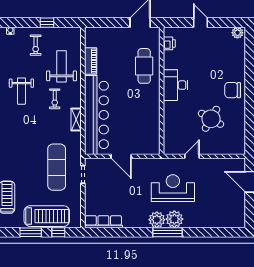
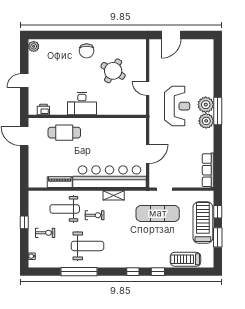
weight bench: (21, 91) -> (87, 246), width x1.36, depth x1.33
reception desk: (173, 188) -> (177, 106), turned 180

